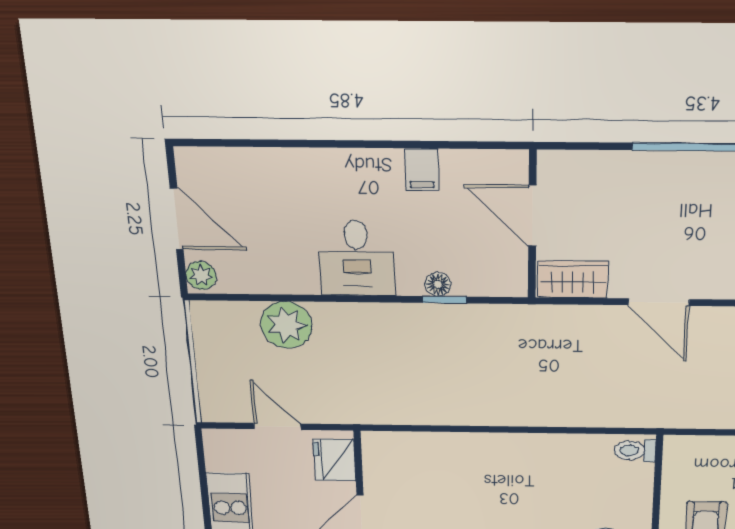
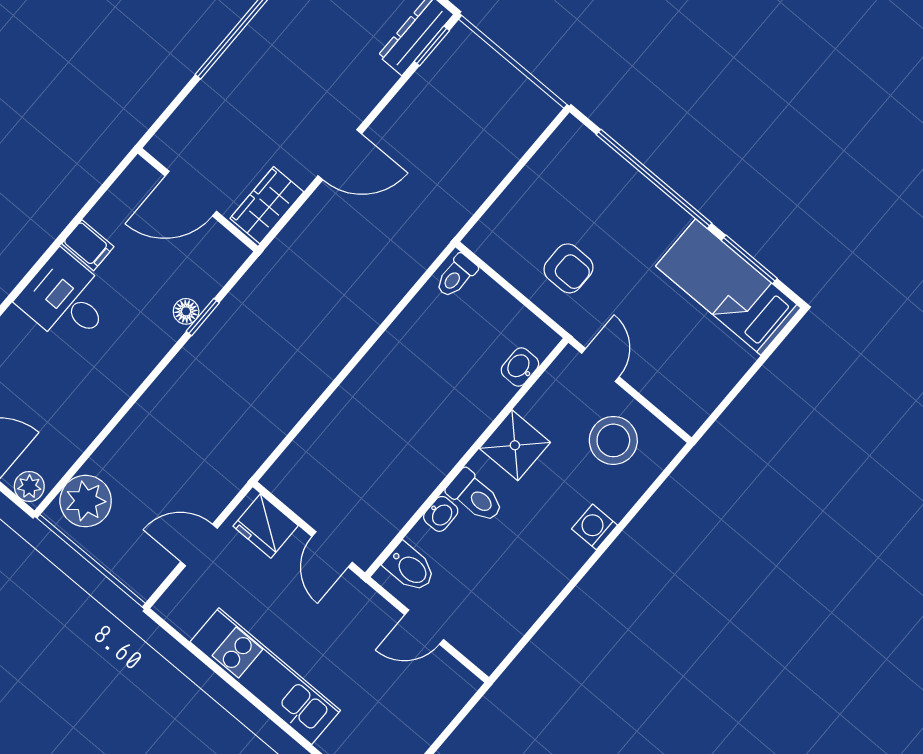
desk: (357, 258) -> (66, 299), moved, turned 180
plant: (286, 325) -> (86, 501), moved

